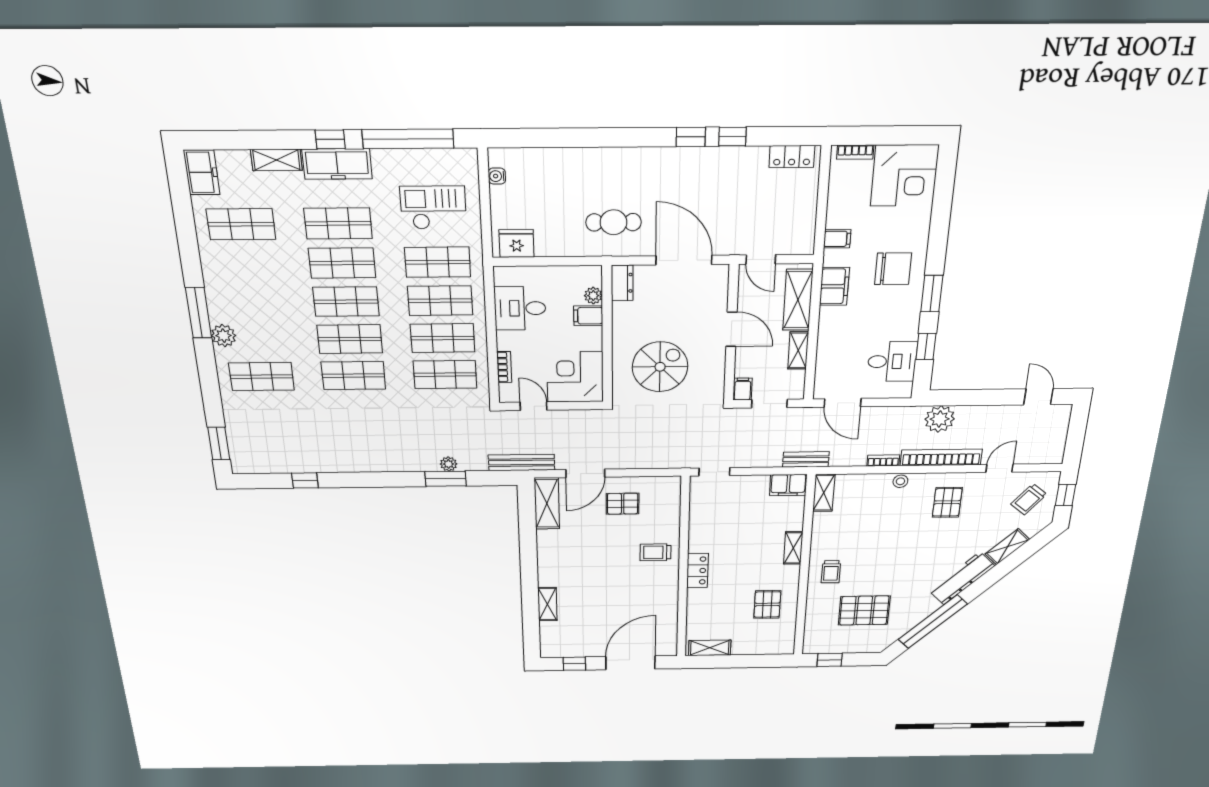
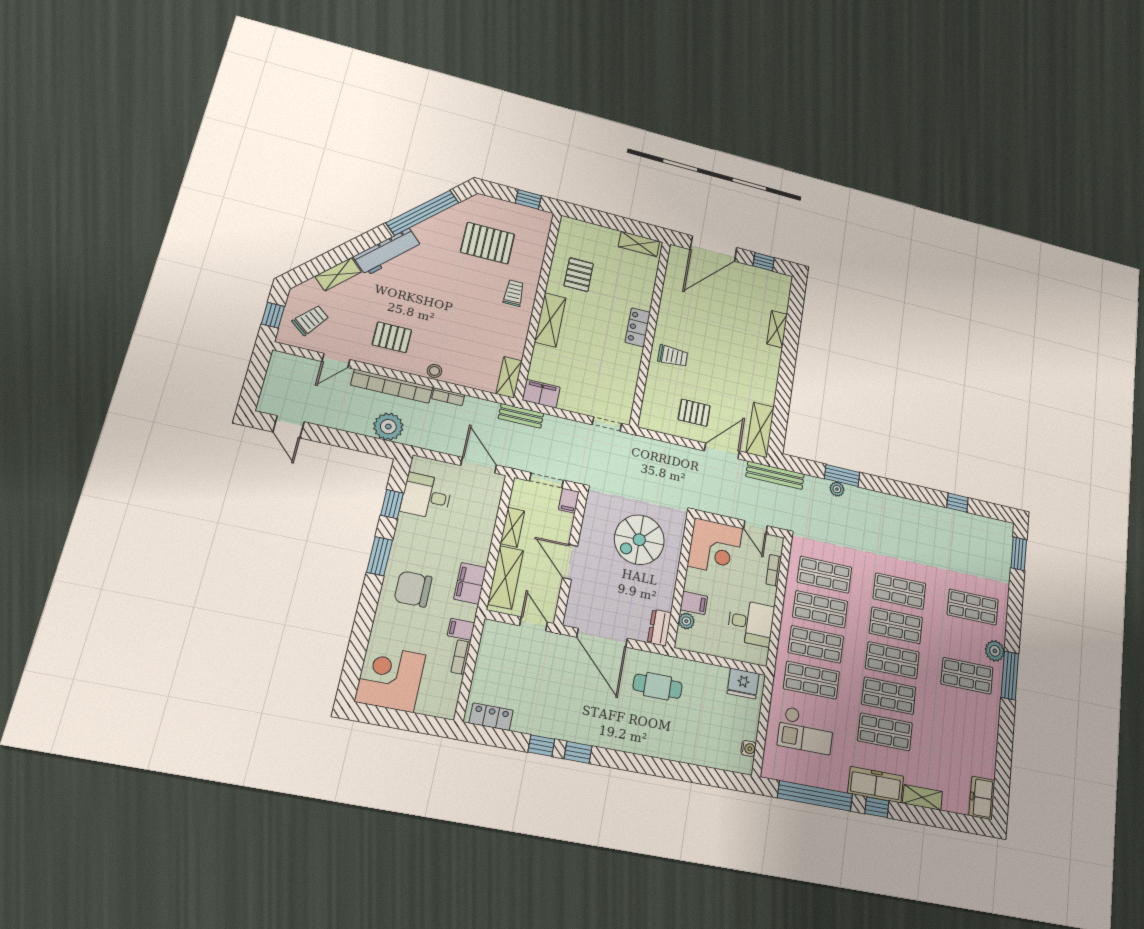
bookcase: (855, 152) -> (461, 657), moved, turned -90
shop shelf: (241, 224) -> (967, 676), moved
pallet: (947, 502) -> (392, 337), turned 90
shelving: (793, 548) -> (550, 320), width x1.50, depth x1.33

